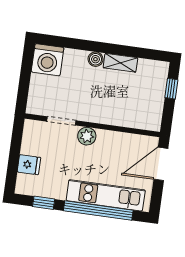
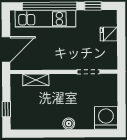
shelving: (120, 63) -> (36, 80), moved
plant: (87, 136) -> (67, 63), removed

